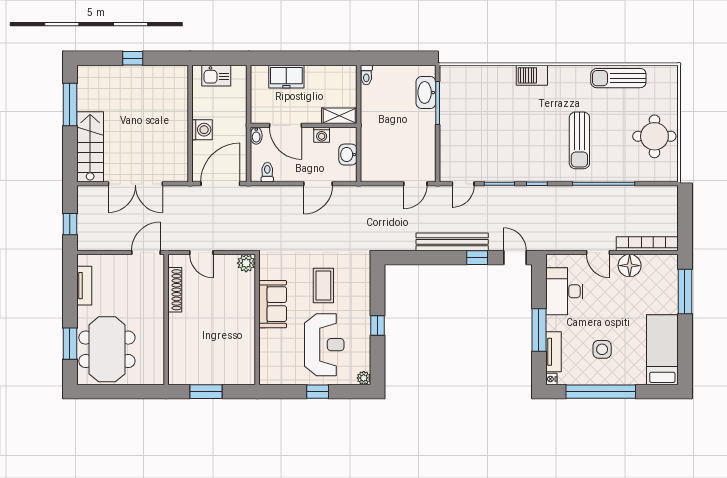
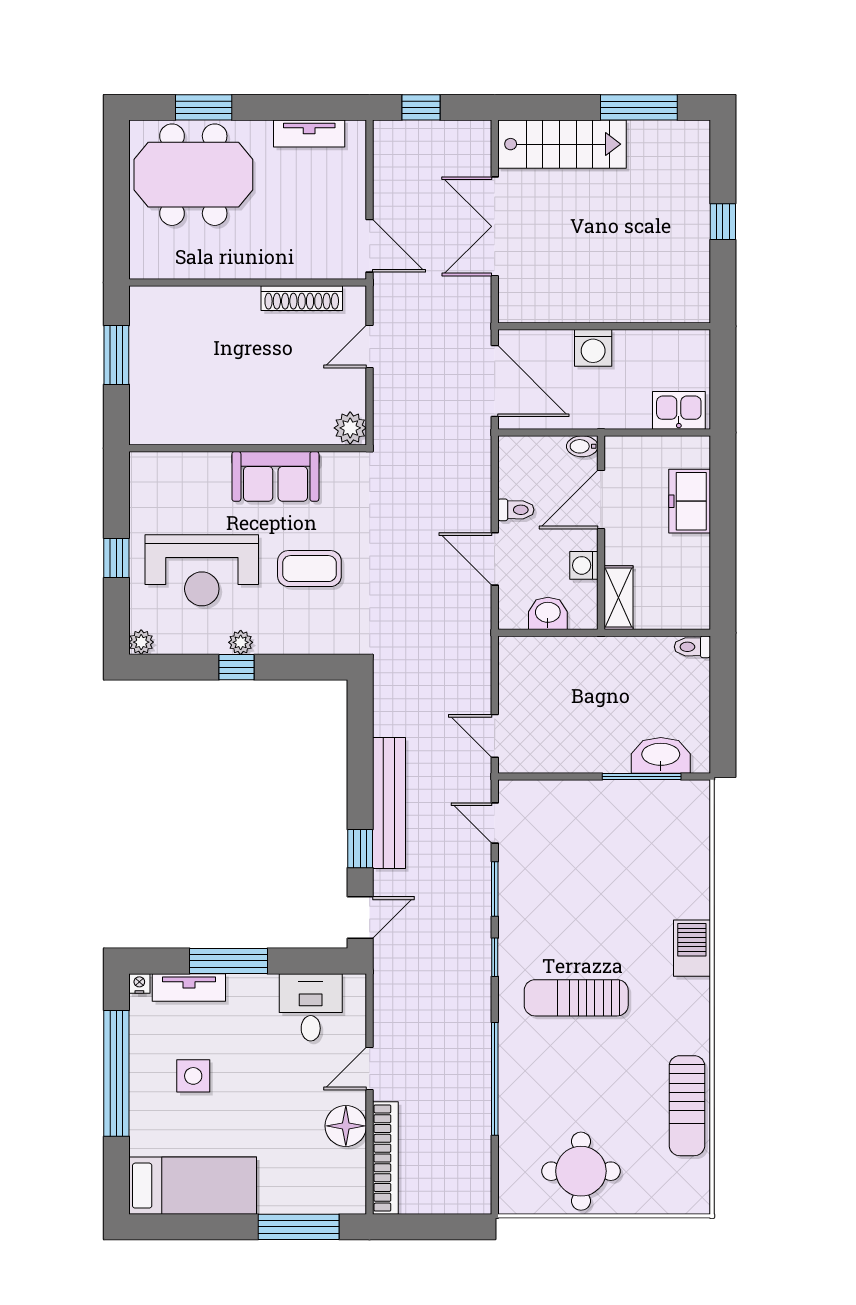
kitchen sink: (216, 76) -> (679, 410), moved, turned 90
sun lounger: (618, 78) -> (687, 1106), turned 180
sun lounger: (579, 140) -> (576, 998), moved
toilet: (267, 172) -> (516, 510), moved
desk: (564, 291) -> (311, 1007), width x0.73
plant: (364, 323) -> (241, 642), added

